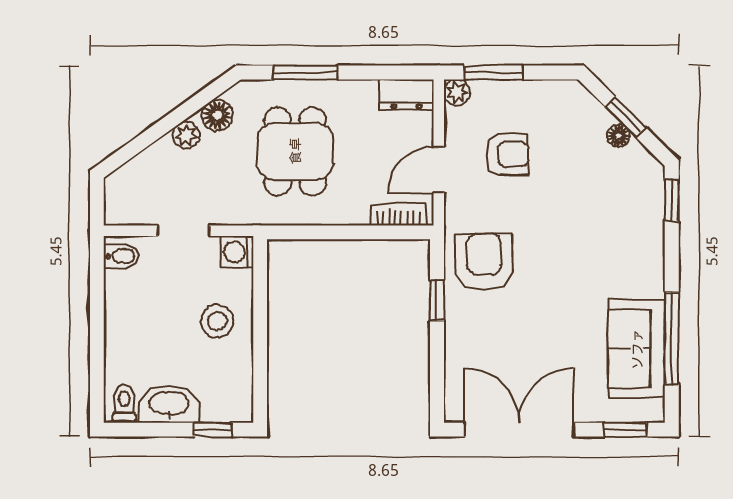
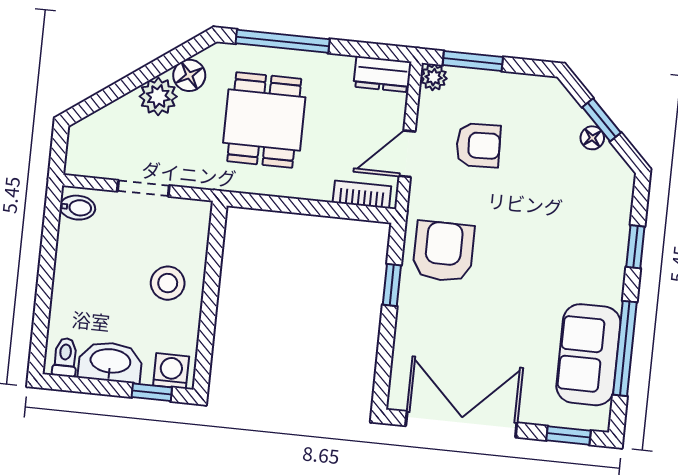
window: (305, 72) -> (283, 41), width x1.44
plant: (186, 135) -> (158, 96), width x1.38, depth x1.38
window: (672, 201) -> (635, 247), moved
washing machine: (237, 252) -> (171, 371), moved, turned 90

